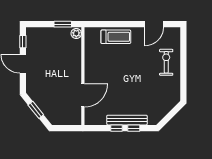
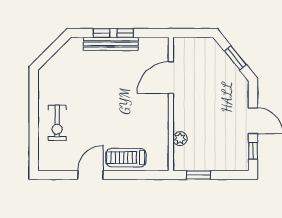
door: (154, 24) -> (91, 175), moved
plant: (76, 33) -> (180, 139), moved

